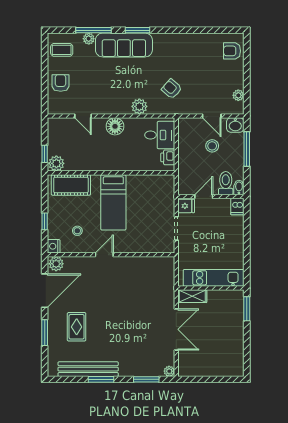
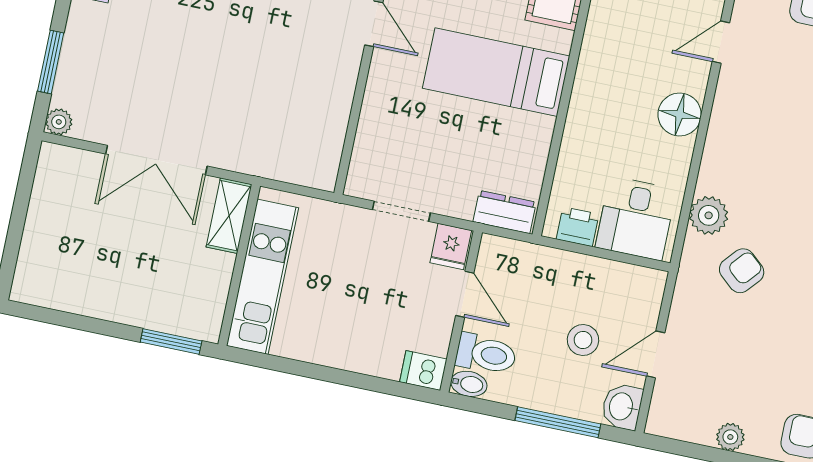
plant: (238, 95) -> (730, 437), moved
plant: (139, 106) -> (709, 215), moved
dresser: (168, 187) -> (505, 212), added

